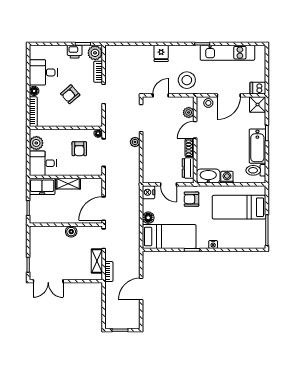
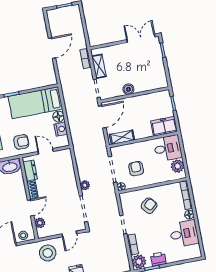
armchair: (70, 94) -> (149, 206), moved
shelving: (68, 184) -> (122, 137), moved
nightstand: (148, 192) -> (61, 129), moved

